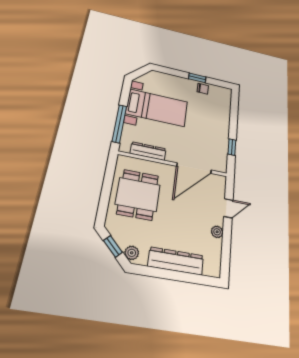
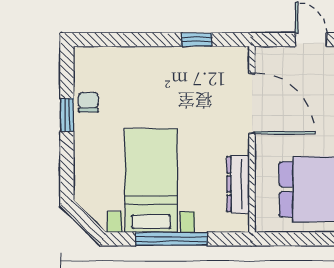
window: (119, 124) -> (172, 239), moved

